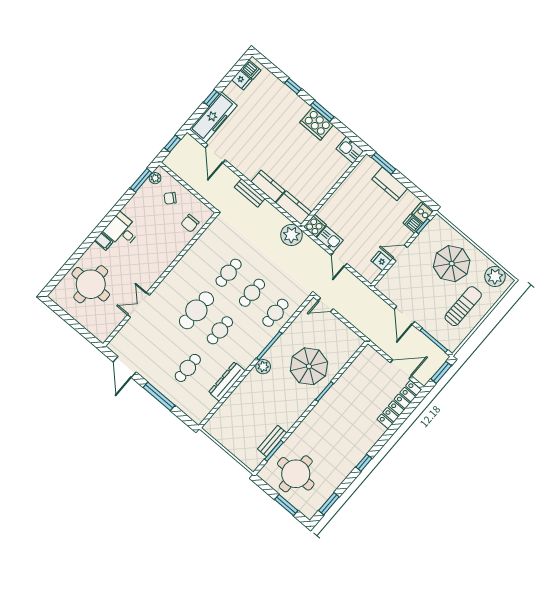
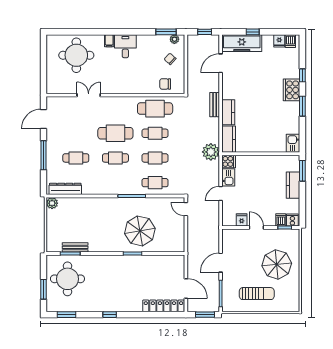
cooker: (316, 124) -> (292, 90), moved
cafe table: (205, 253) -> (155, 109), added
plant: (495, 276) -> (291, 298), removed
plant: (263, 367) -> (52, 203), moved
dresser: (227, 382) -> (65, 189), moved

